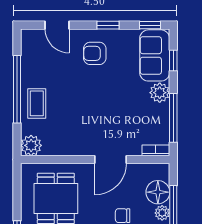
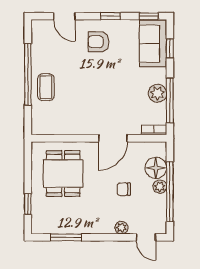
plant: (160, 93) -> (157, 93), moved
plant: (31, 145) -> (41, 125), removed

